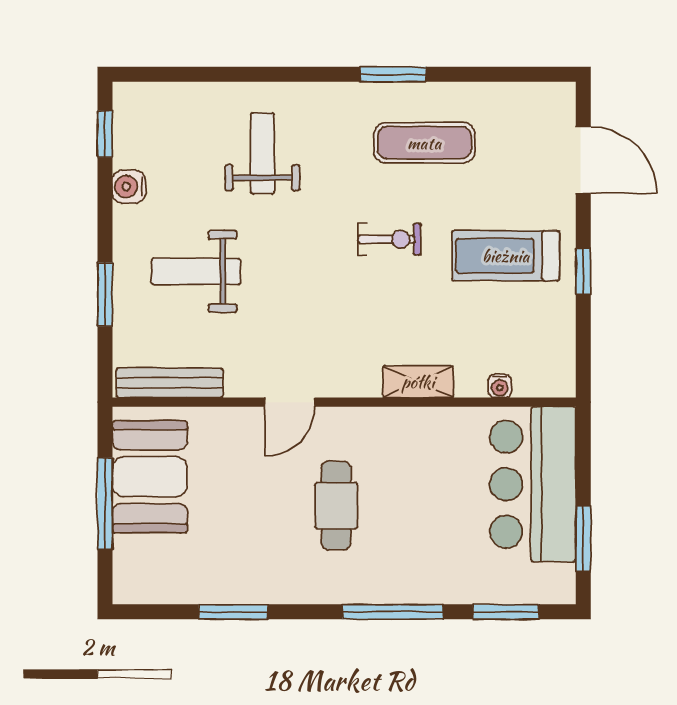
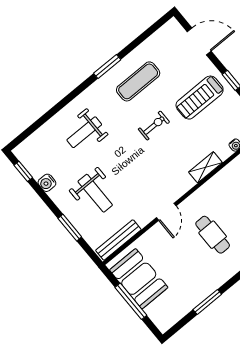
weight bench: (263, 153) -> (84, 132), turned -90
weight bench: (196, 271) -> (95, 193), turned -90

